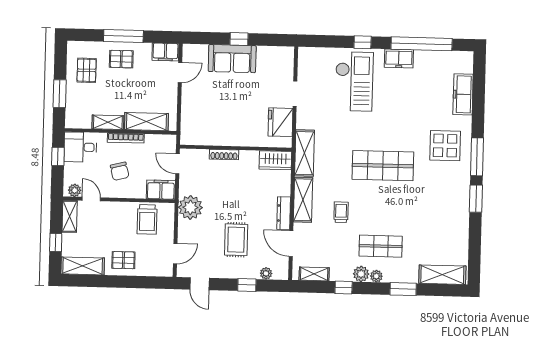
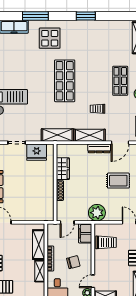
window: (477, 157) -> (35, 16), moved
wardrobe: (275, 160) -> (63, 169), moved

